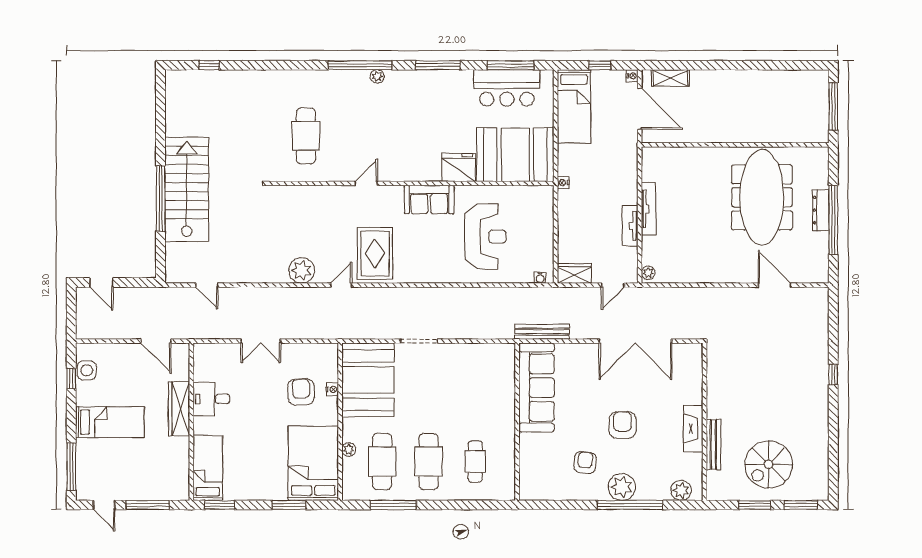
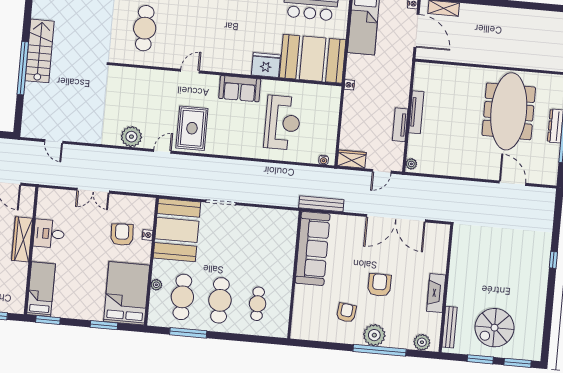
stairs: (187, 189) -> (40, 51), width x0.73, depth x0.66
bench: (713, 444) -> (450, 327), moved

